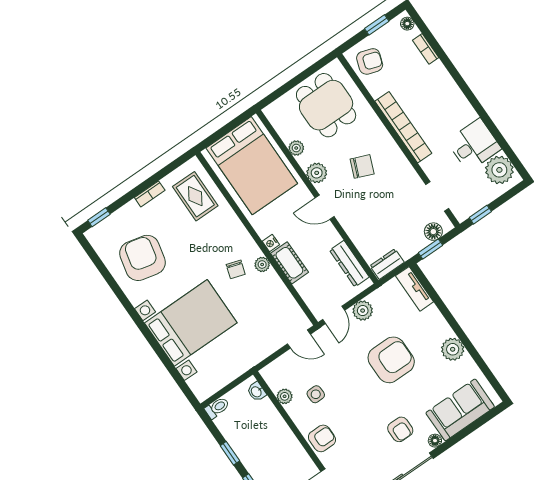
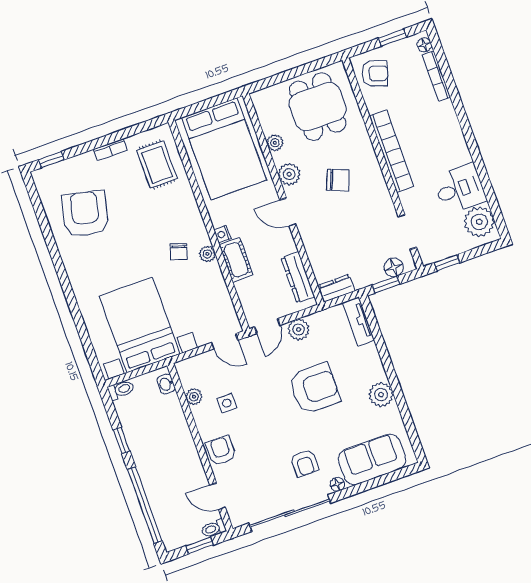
bookcase: (426, 49) -> (436, 76), width x1.56
bed with nightstands: (191, 323) -> (140, 325), moved, turned -90
armchair: (322, 438) -> (221, 451), turned -90

